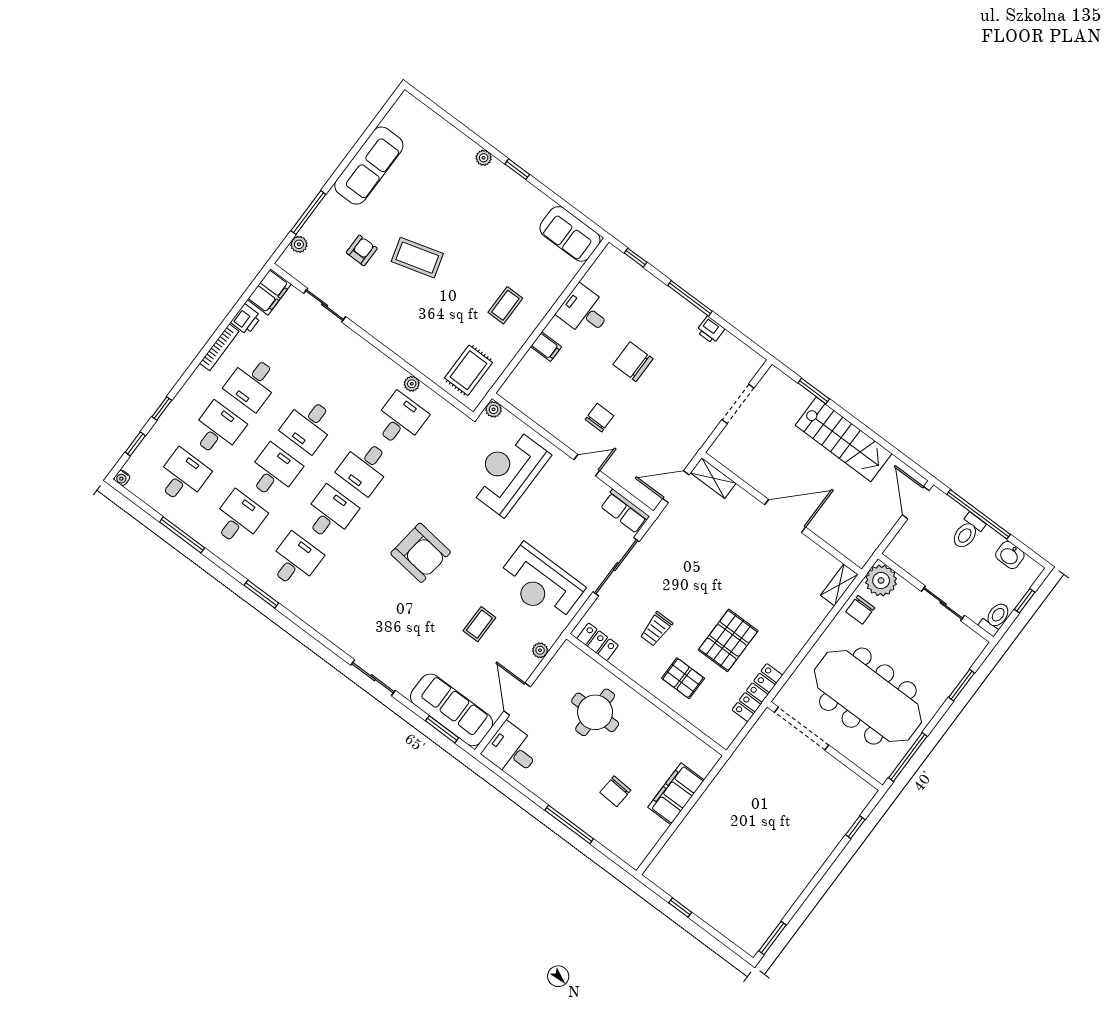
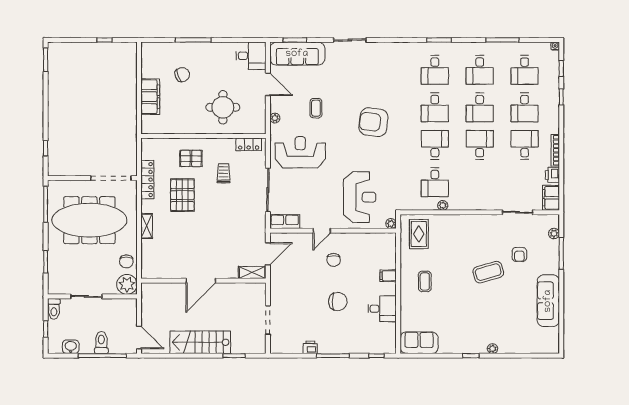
shelving: (839, 585) -> (147, 226), moved
chair: (860, 610) -> (126, 261), turned 180
chair: (615, 791) -> (182, 75), turned 65

